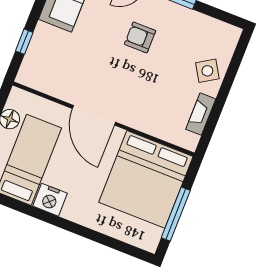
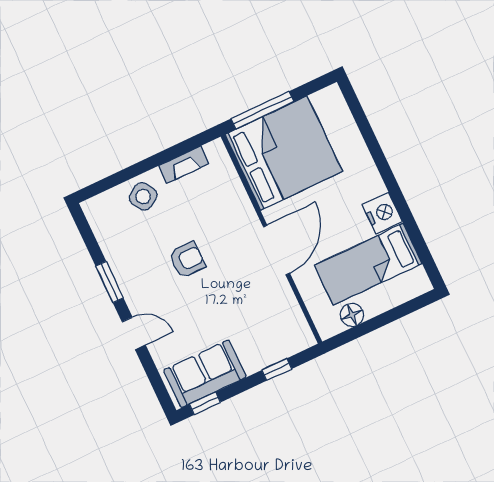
armchair: (140, 37) -> (187, 260), moved, turned -90
window: (176, 214) -> (262, 110), moved

